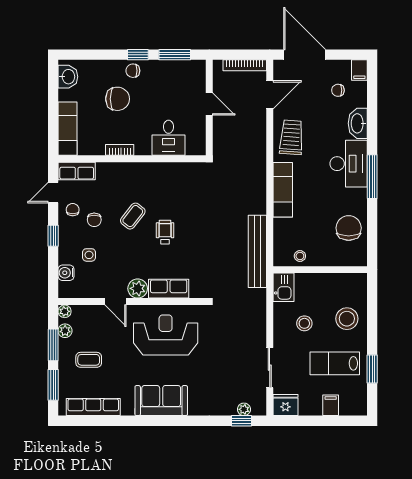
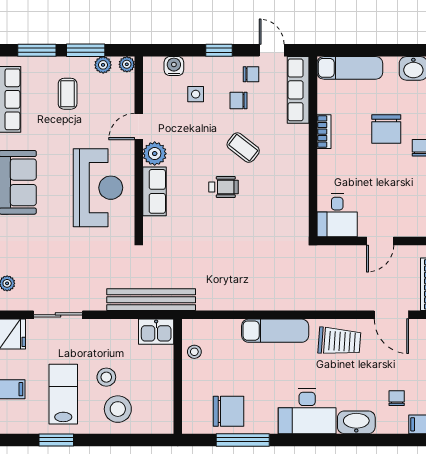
desk: (168, 138) -> (337, 215), moved, turned -90
row of seats: (77, 171) -> (298, 90), width x1.48
window: (372, 177) -> (243, 440), moved
bench: (257, 251) -> (151, 300), moved
stool: (304, 323) -> (106, 377), moved

